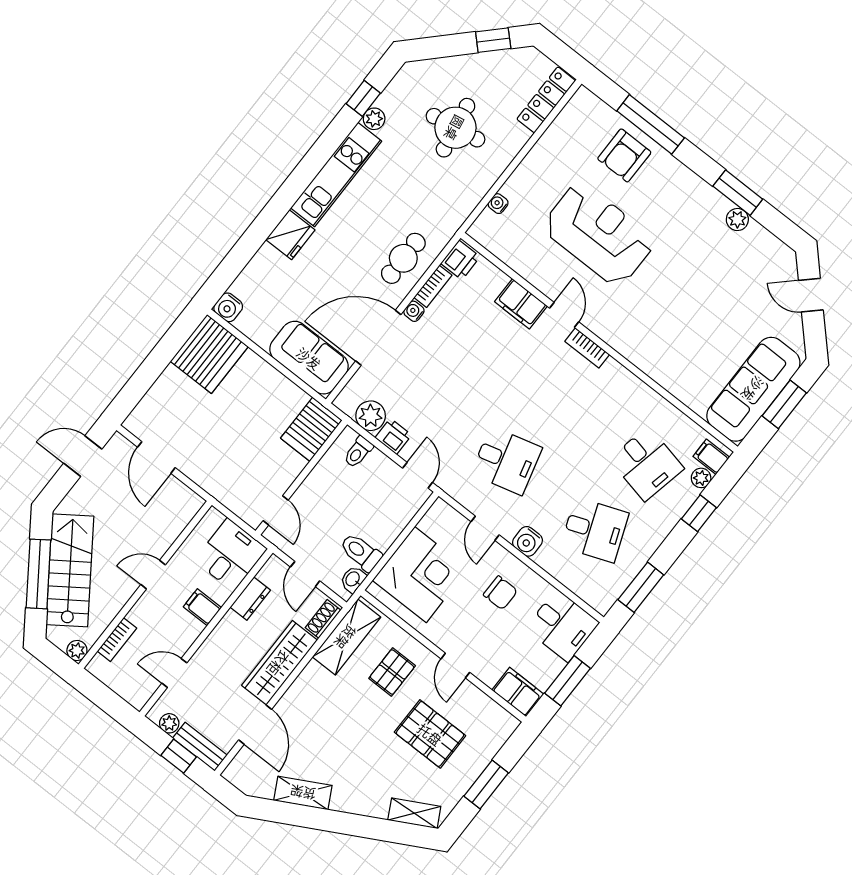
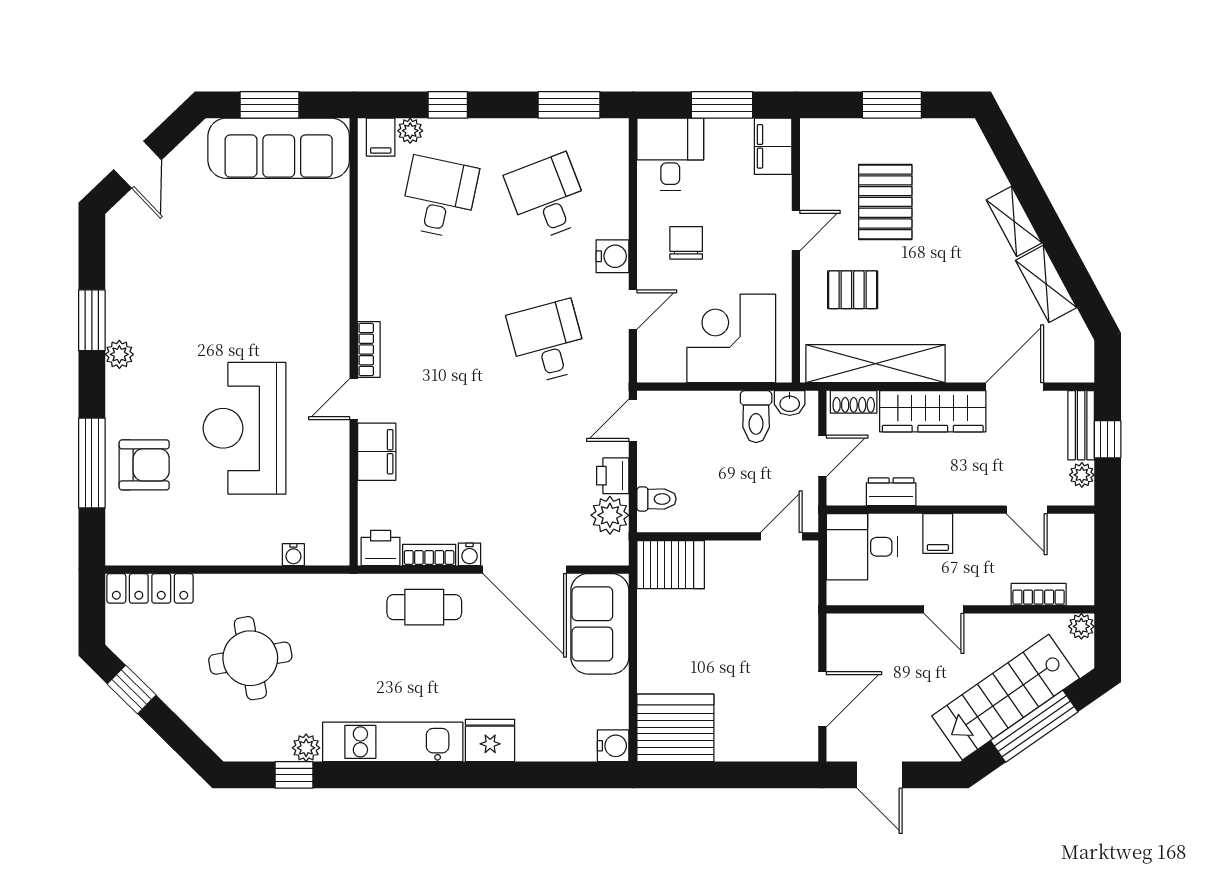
plant: (737, 220) -> (119, 354), moved
shelving: (346, 637) -> (876, 364), width x1.47
shelving: (414, 813) -> (1014, 221), moved

